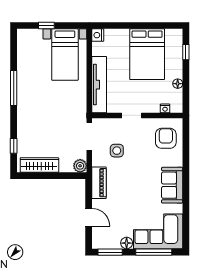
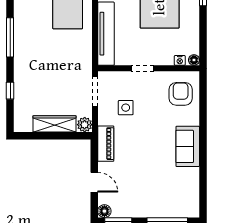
floor lamp: (178, 84) -> (194, 60), moved
window: (14, 146) -> (10, 91), moved
wardrobe: (39, 165) -> (55, 124), moved
corner sofa: (158, 231) -> (172, 198), removed
floor lamp: (127, 243) -> (104, 211), moved

